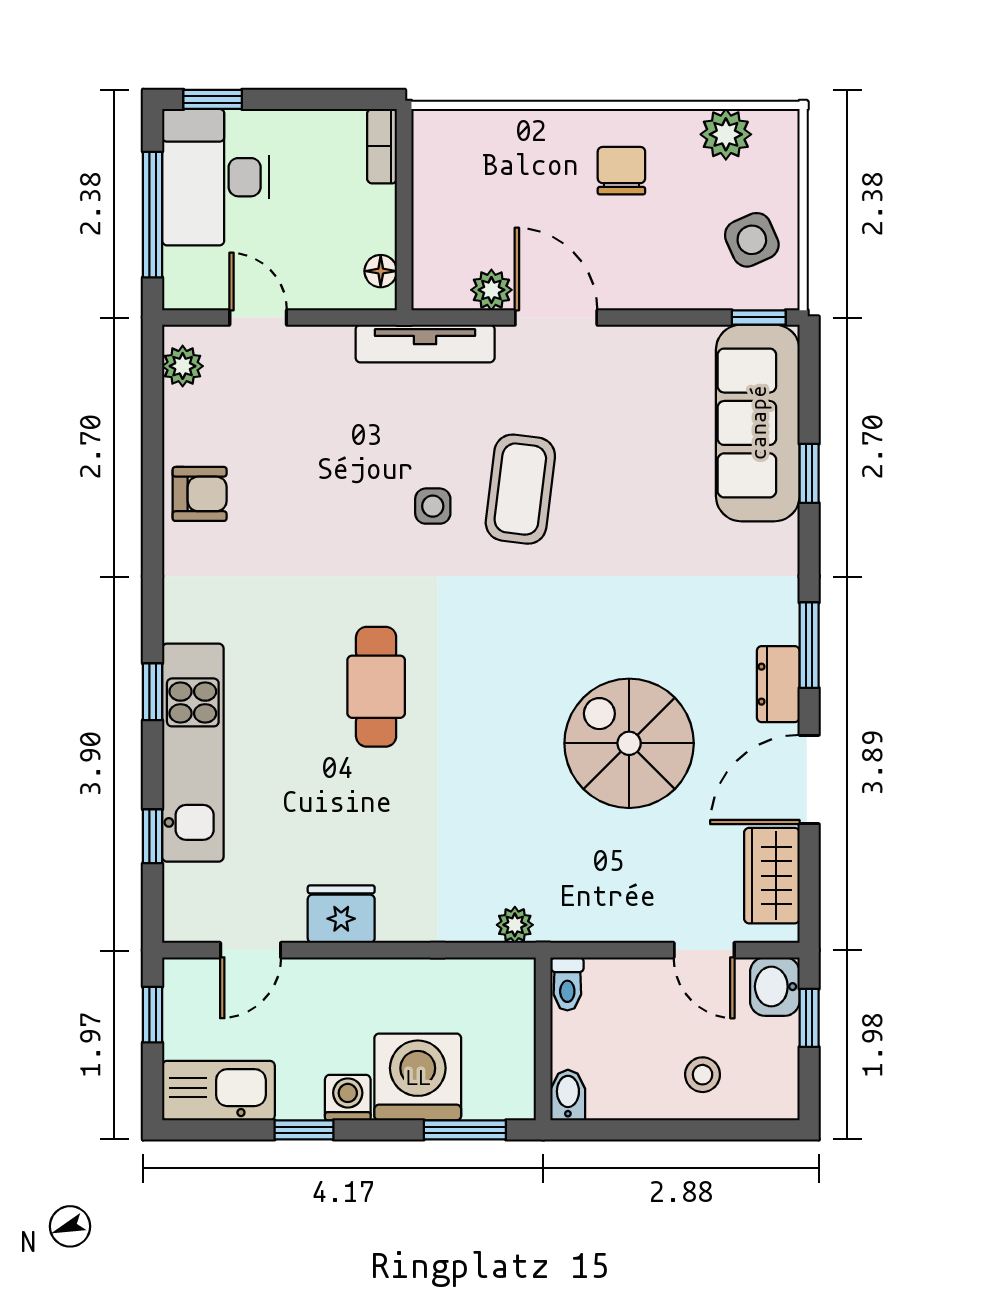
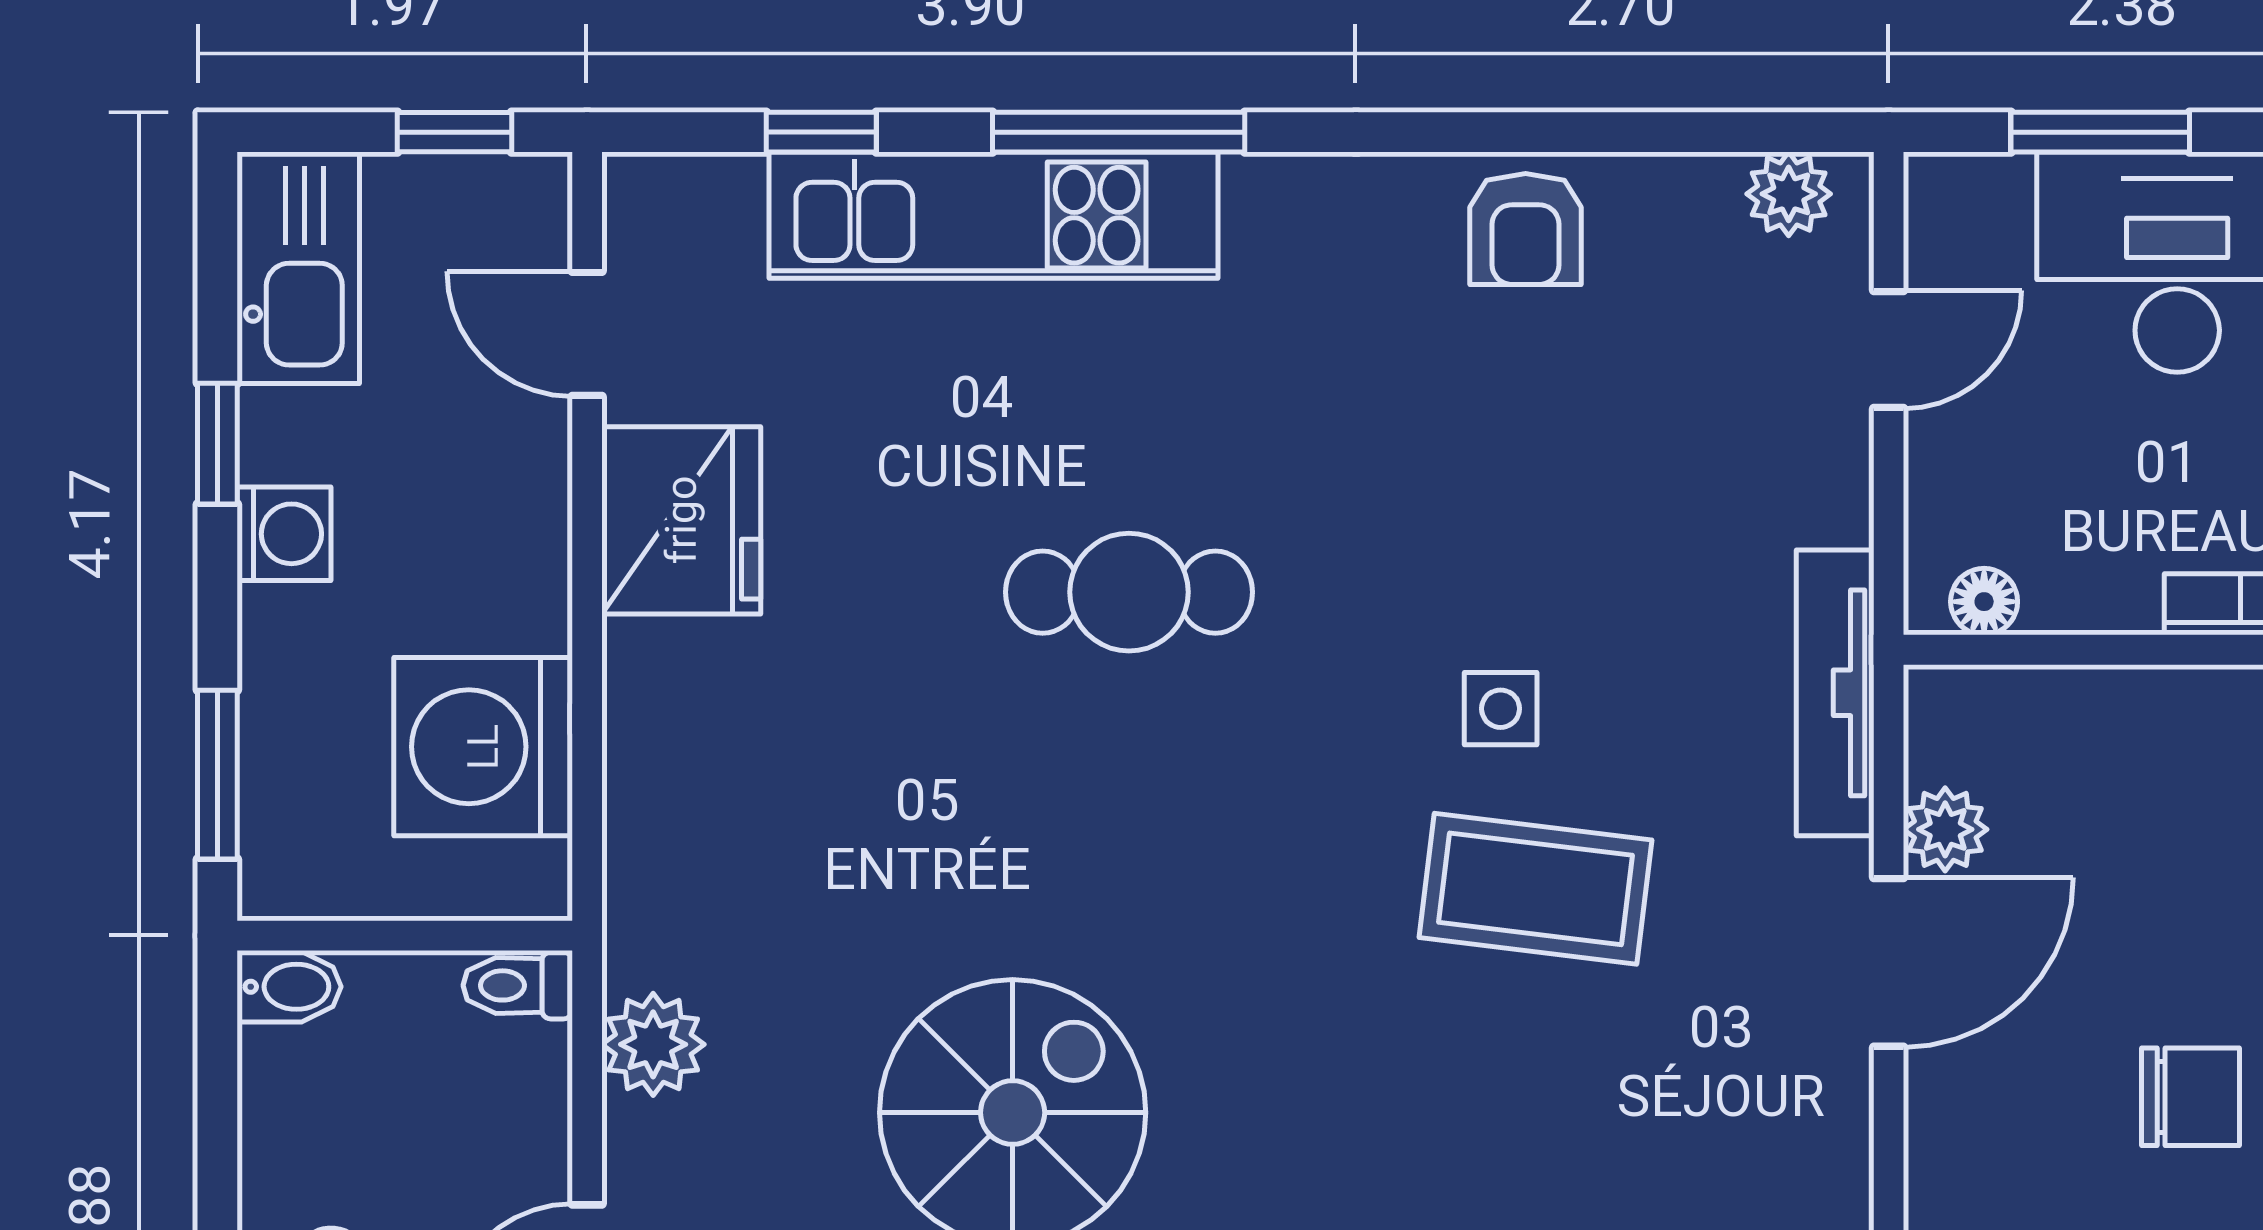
window: (152, 215) -> (2100, 132), width x0.69
window: (152, 692) -> (1119, 132), width x2.17
fridge: (341, 914) -> (681, 520), width x1.36, depth x1.34
plant: (515, 925) -> (653, 1044), moved, width x1.38, depth x1.38
washing machine: (418, 1077) -> (483, 747), moved, turned 180

